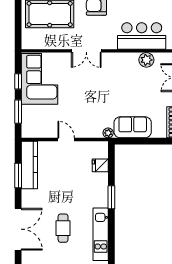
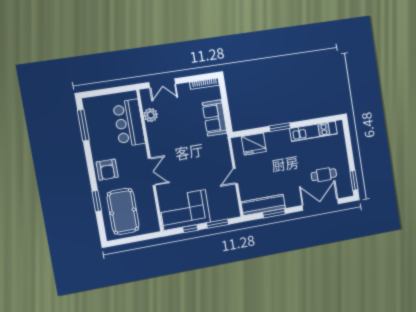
plant: (108, 133) -> (223, 139), removed
fridge: (100, 165) -> (254, 144), width x1.88, depth x1.34
cafe table: (63, 228) -> (324, 175), moved

